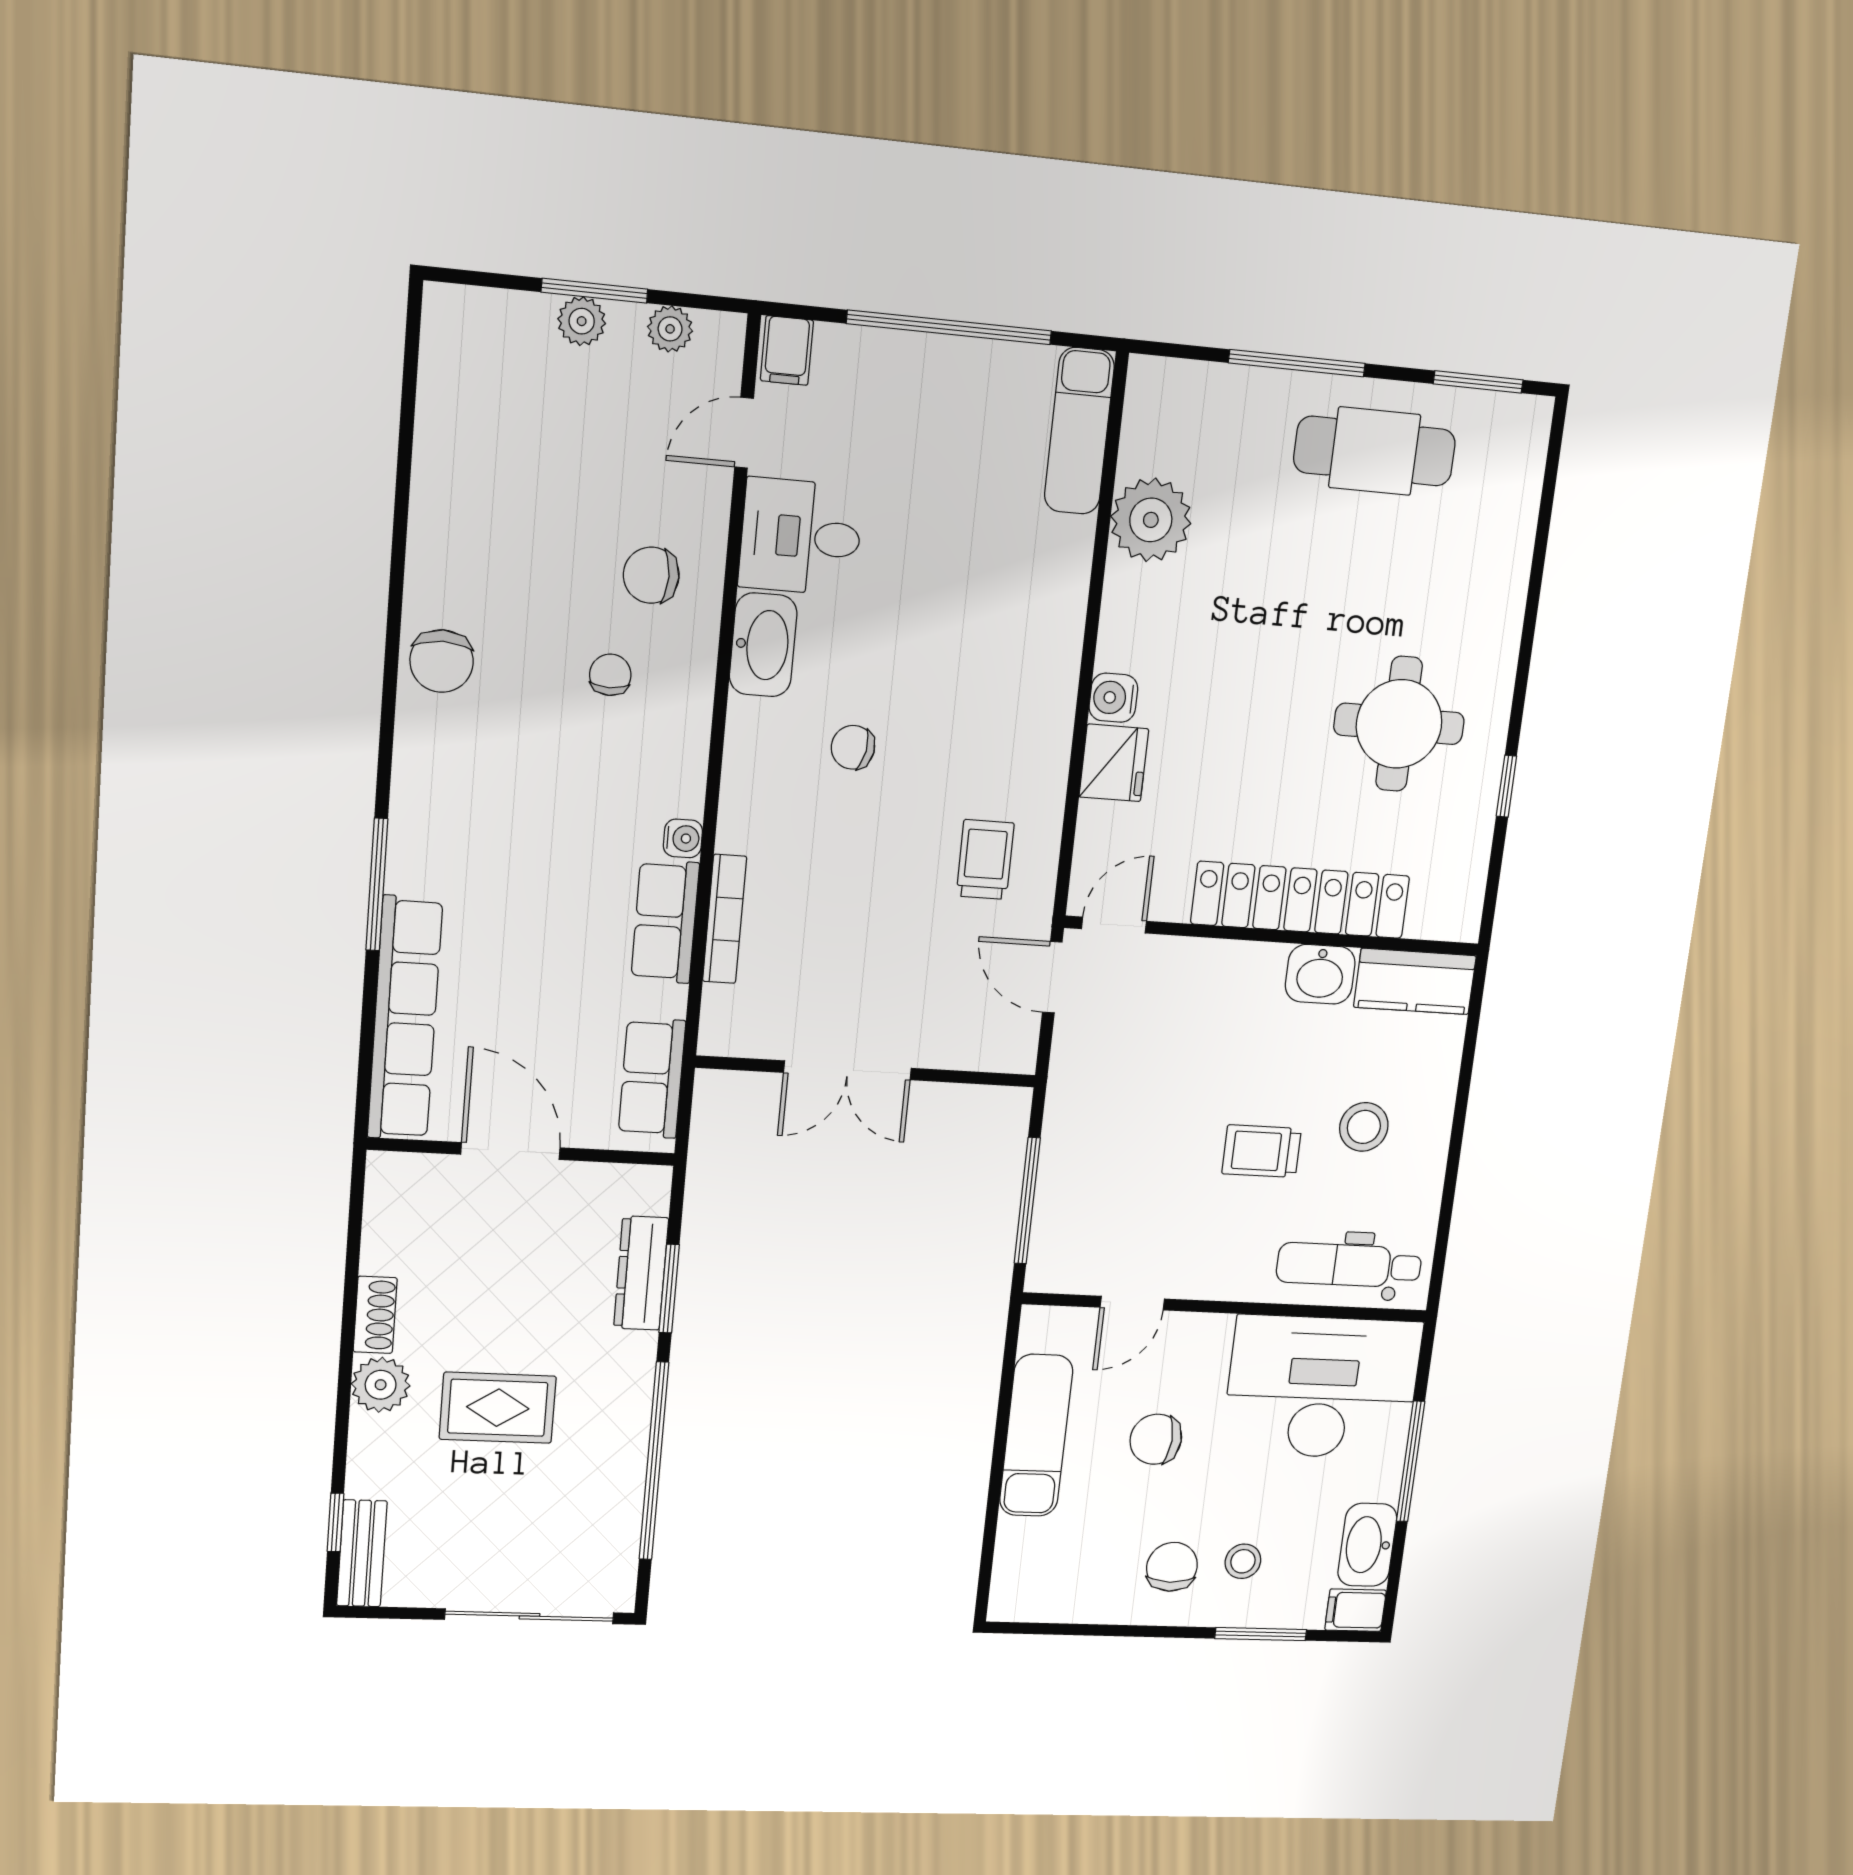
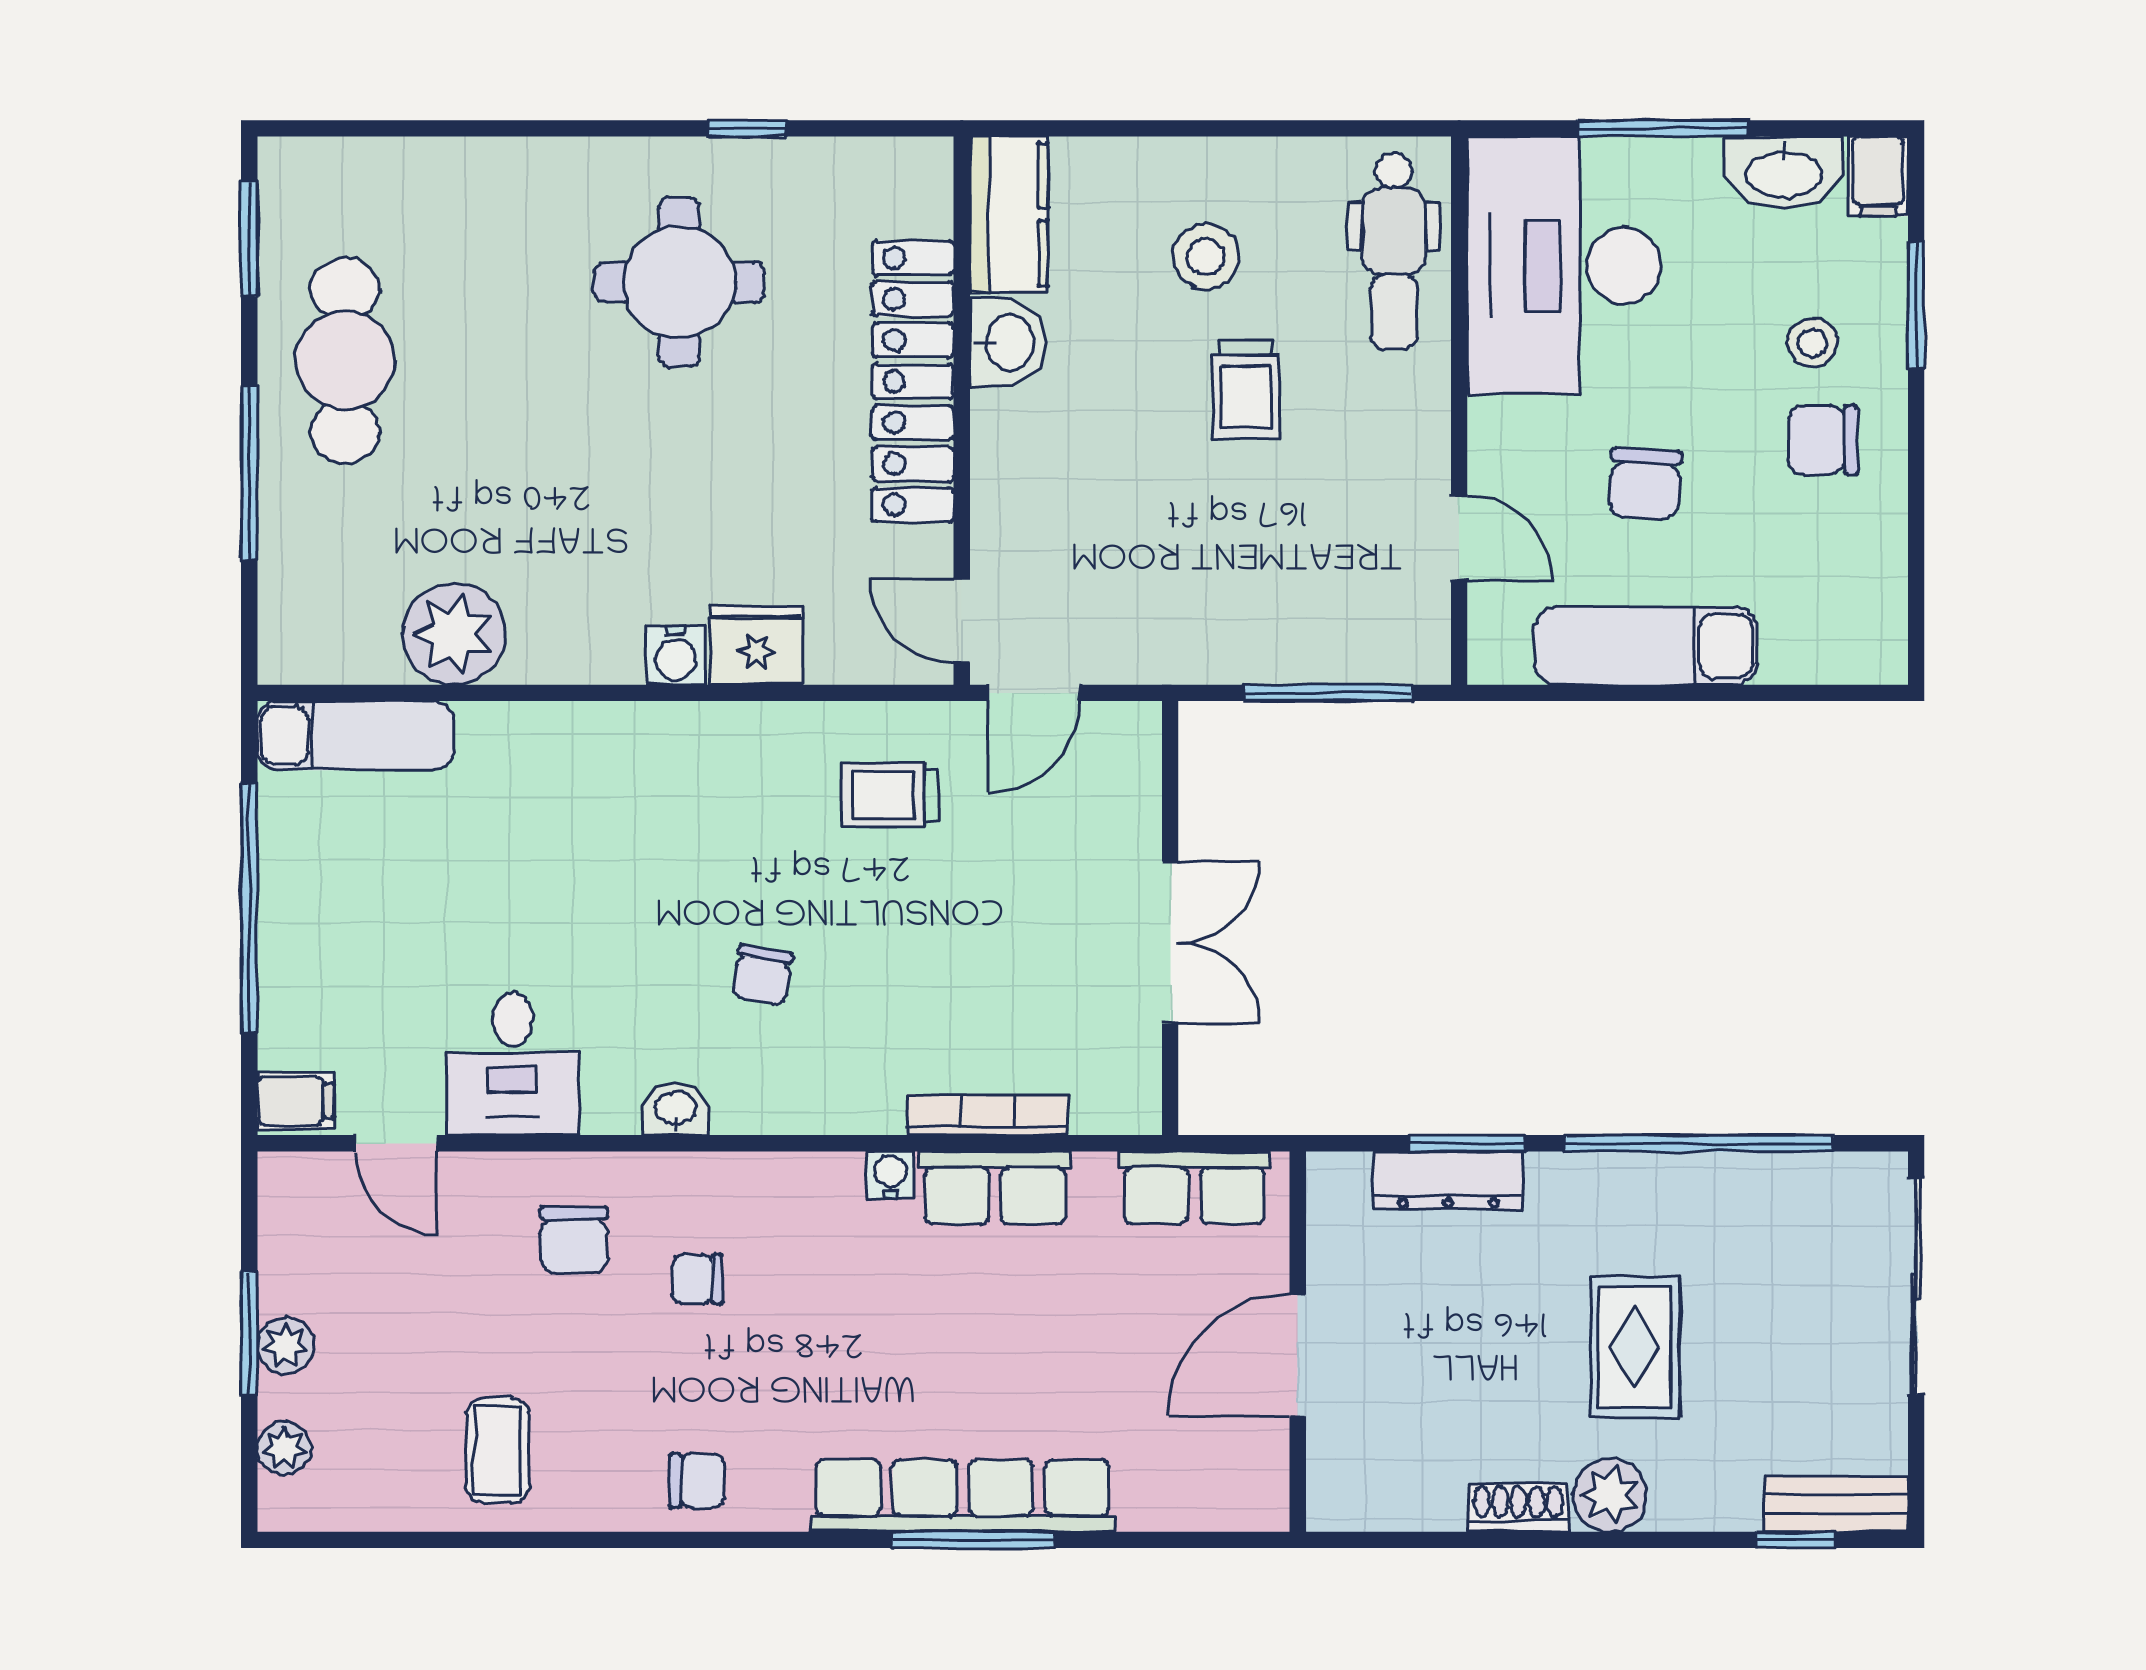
plant: (670, 329) -> (284, 1448), moved
coffee table: (479, 495) -> (497, 1450), added
washbasin: (763, 645) -> (676, 1109), width x0.52, depth x0.69
chair: (442, 661) -> (697, 1481), width x0.73, depth x0.73
row of seats: (405, 1019) -> (963, 1496), moved

